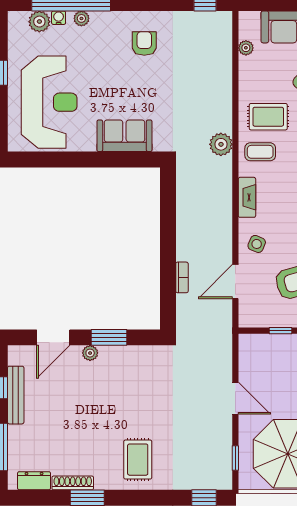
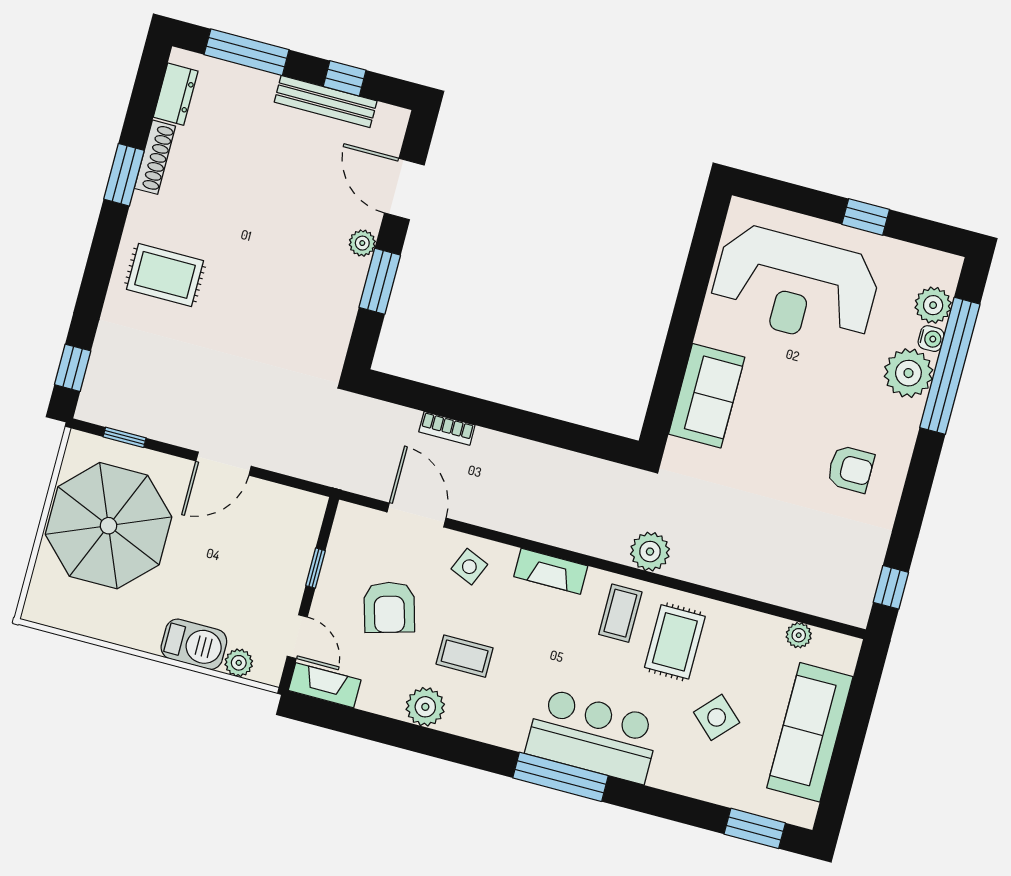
plant: (81, 18) -> (908, 373), width x1.88, depth x1.88

